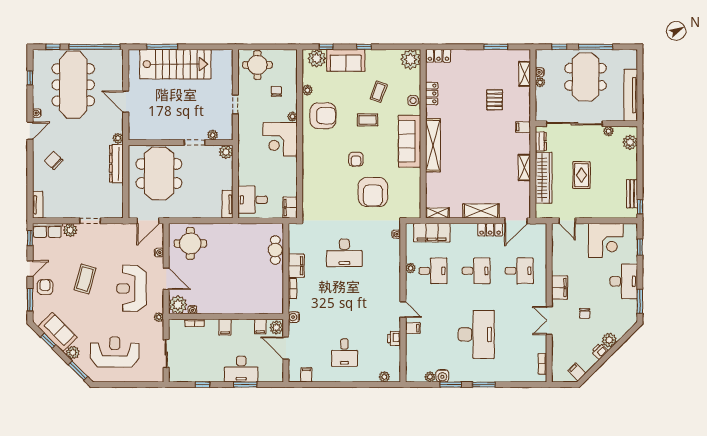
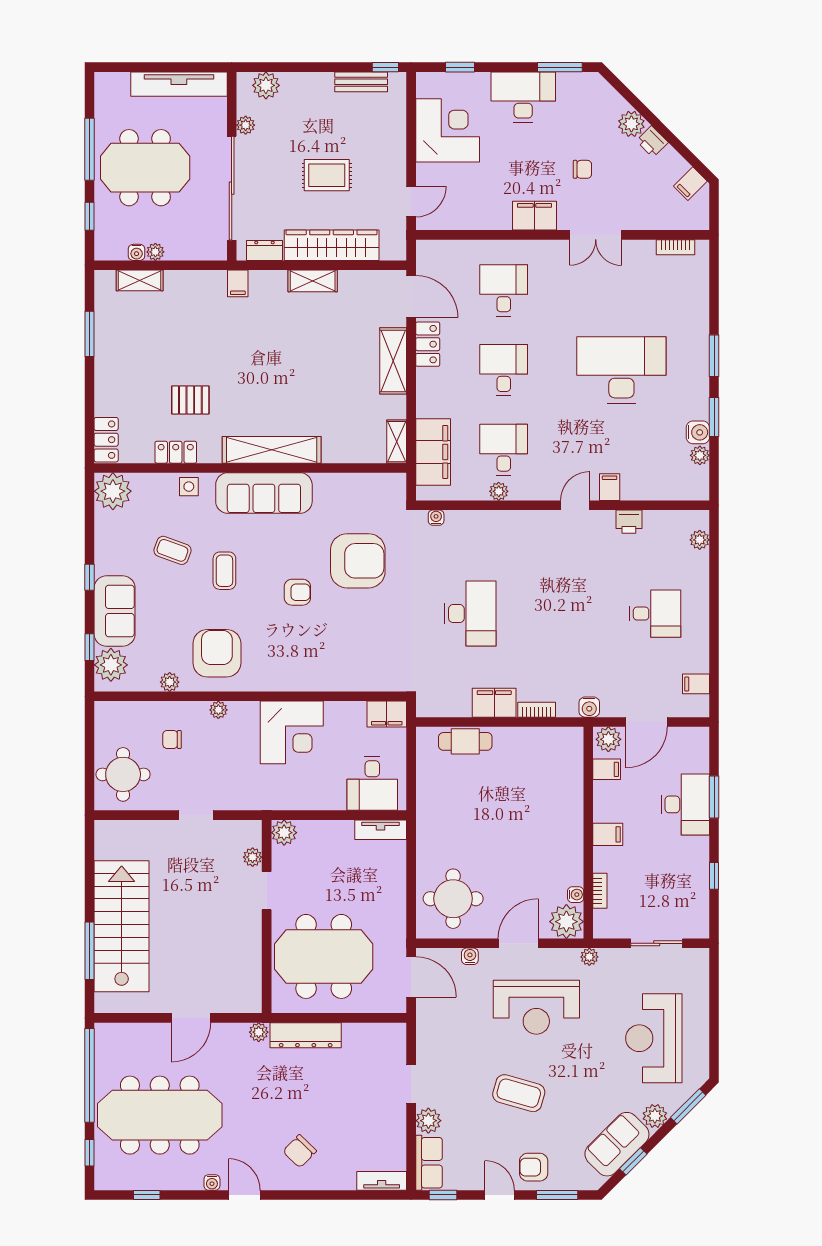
pallet: (495, 100) -> (190, 400), moved
corner desk: (280, 139) -> (292, 732), moved

